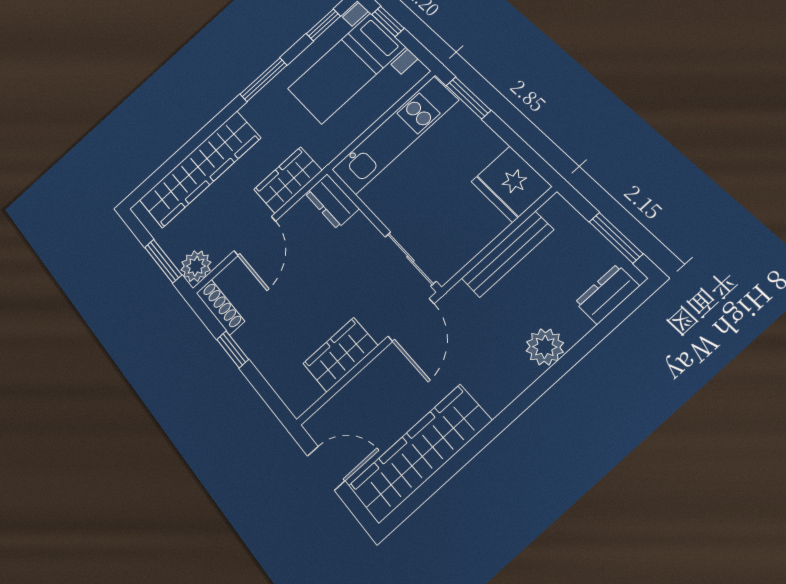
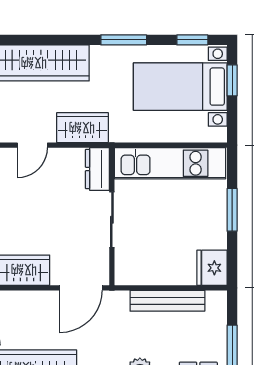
window: (468, 98) -> (232, 210), moved
fridge: (511, 184) -> (212, 268), width x0.73, depth x0.75
door: (255, 236) -> (32, 145), width x0.73
sliding door: (410, 259) -> (112, 220), moved

